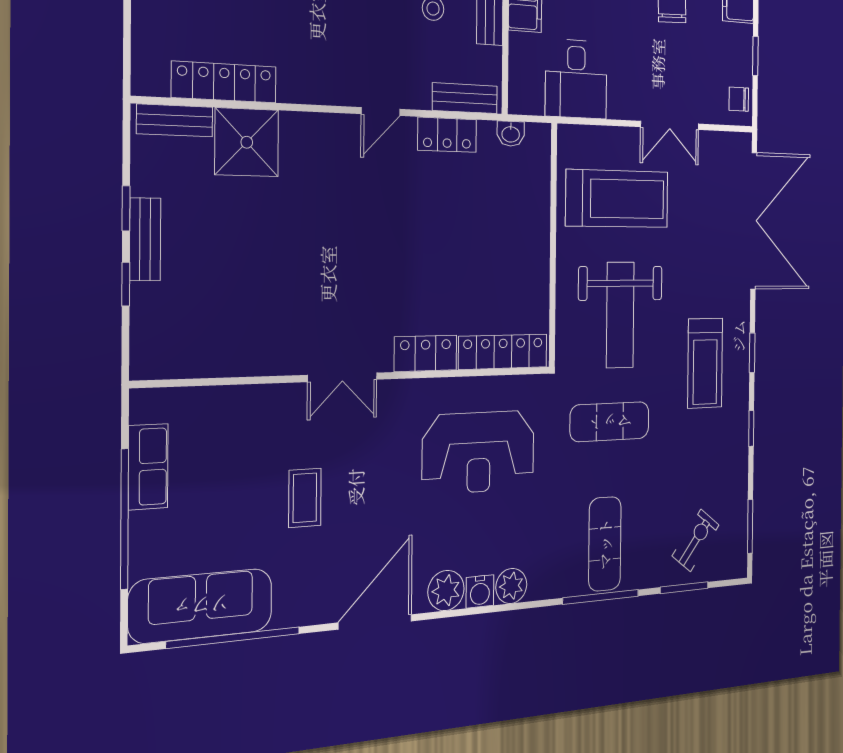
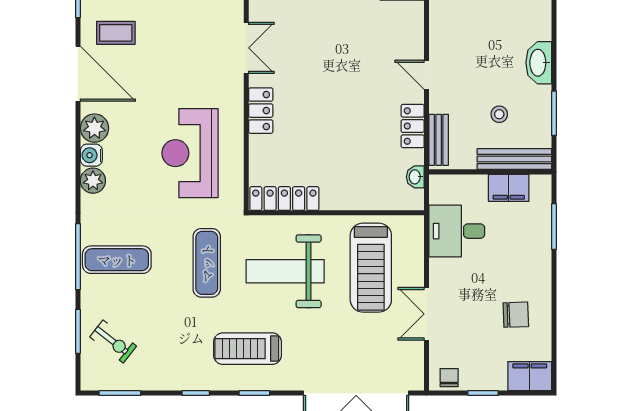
locker: (503, 352) -> (284, 199), moved, turned -90
double door: (342, 377) -> (246, 48), swing flipped
coffee table: (305, 498) -> (116, 33), moved

